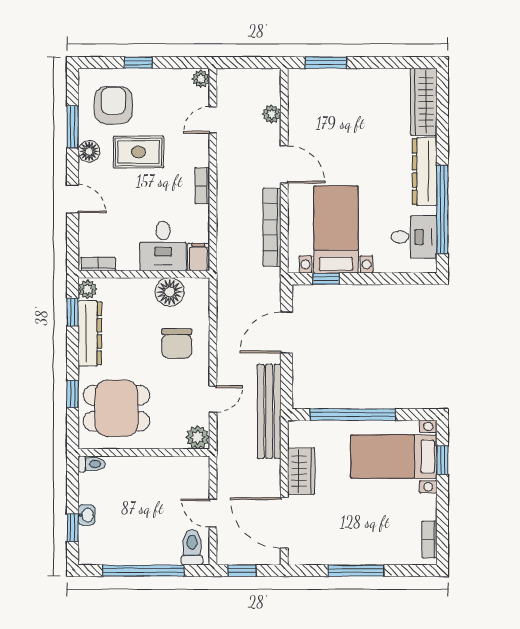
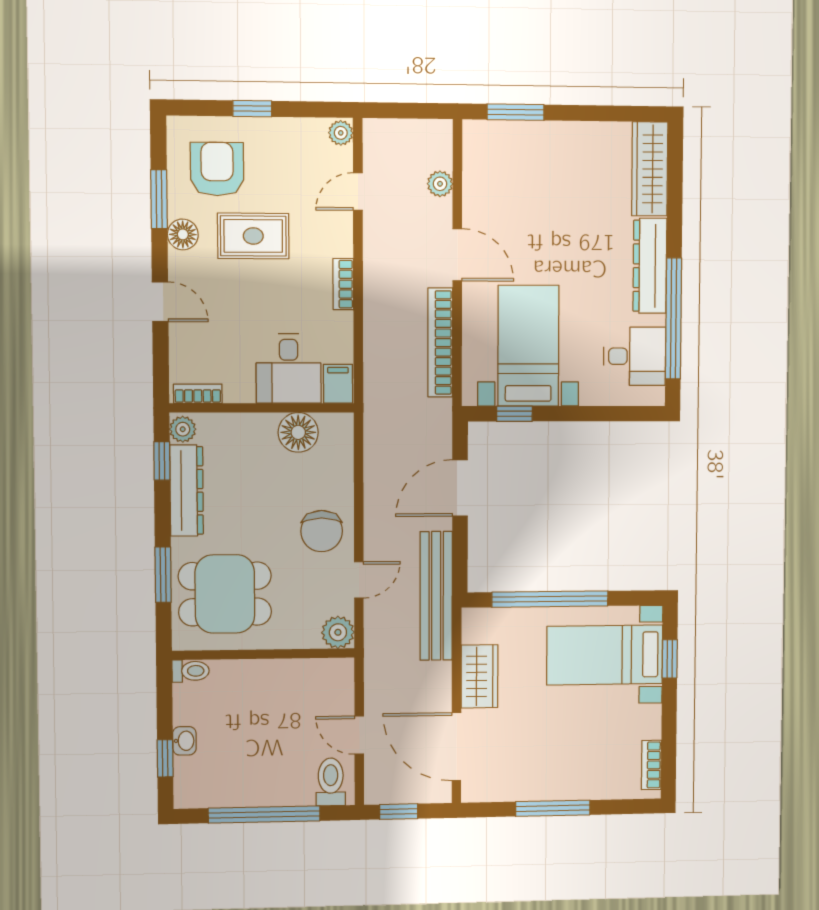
chair: (177, 344) -> (322, 531), moved
window: (73, 394) -> (163, 575), width x1.50

